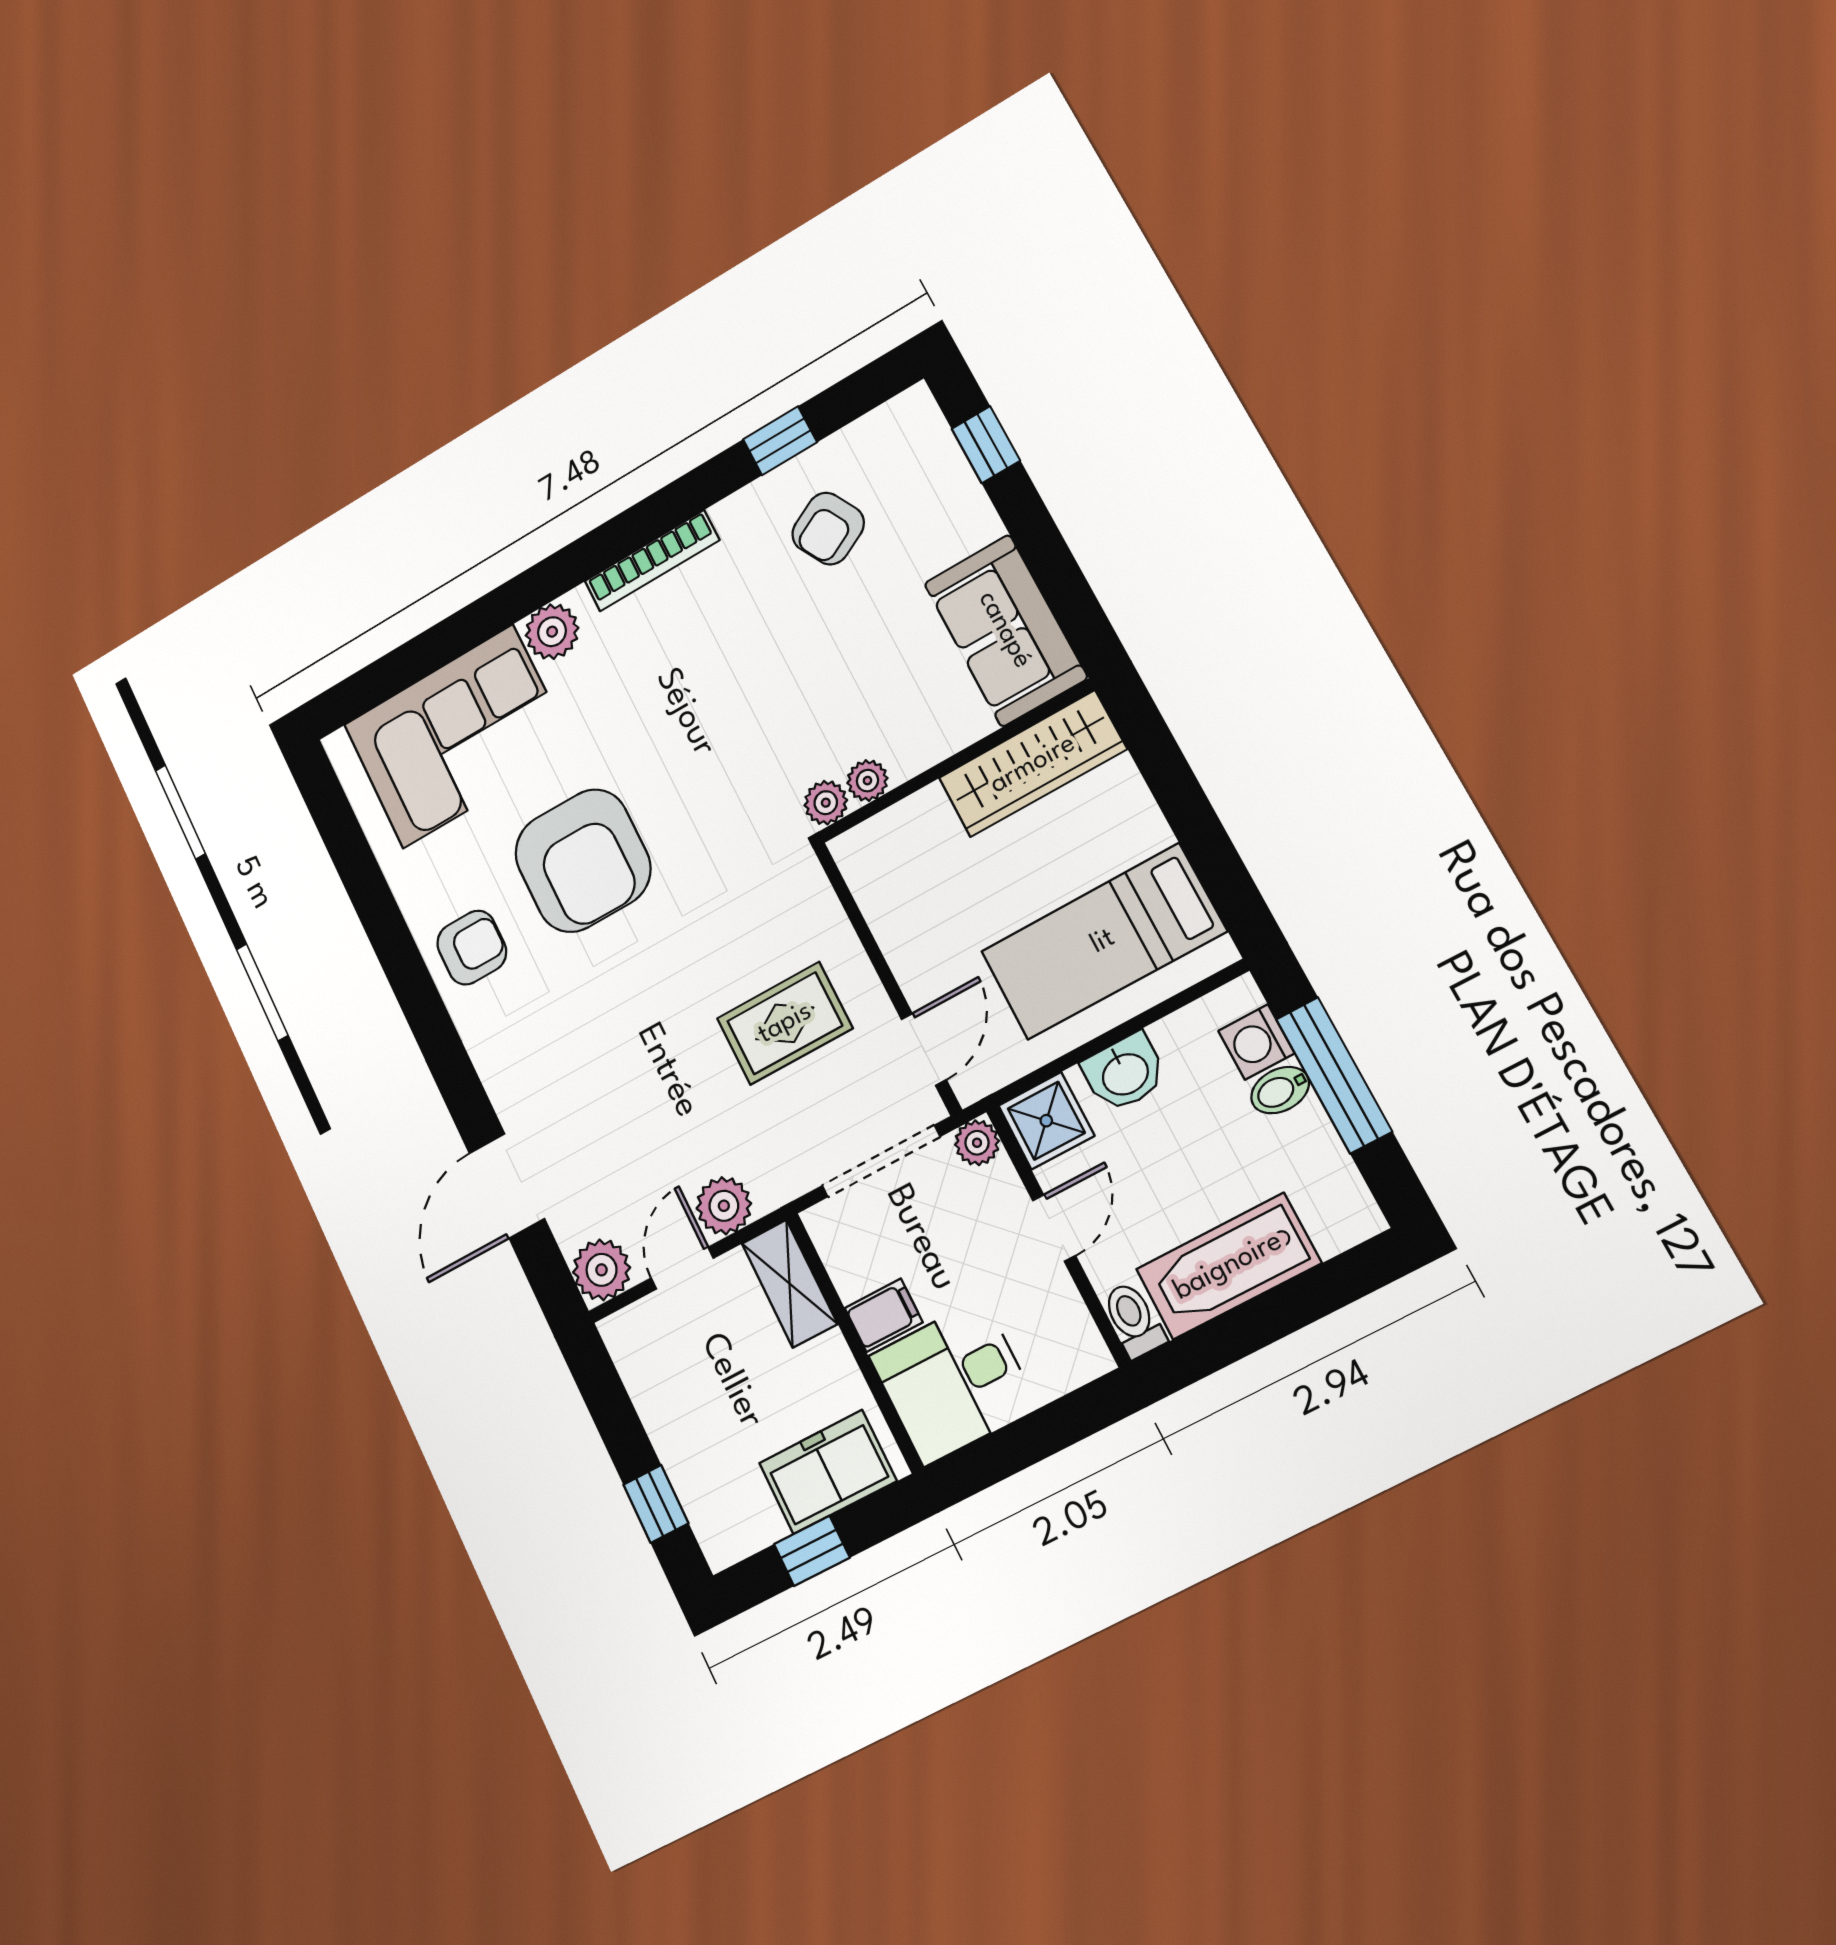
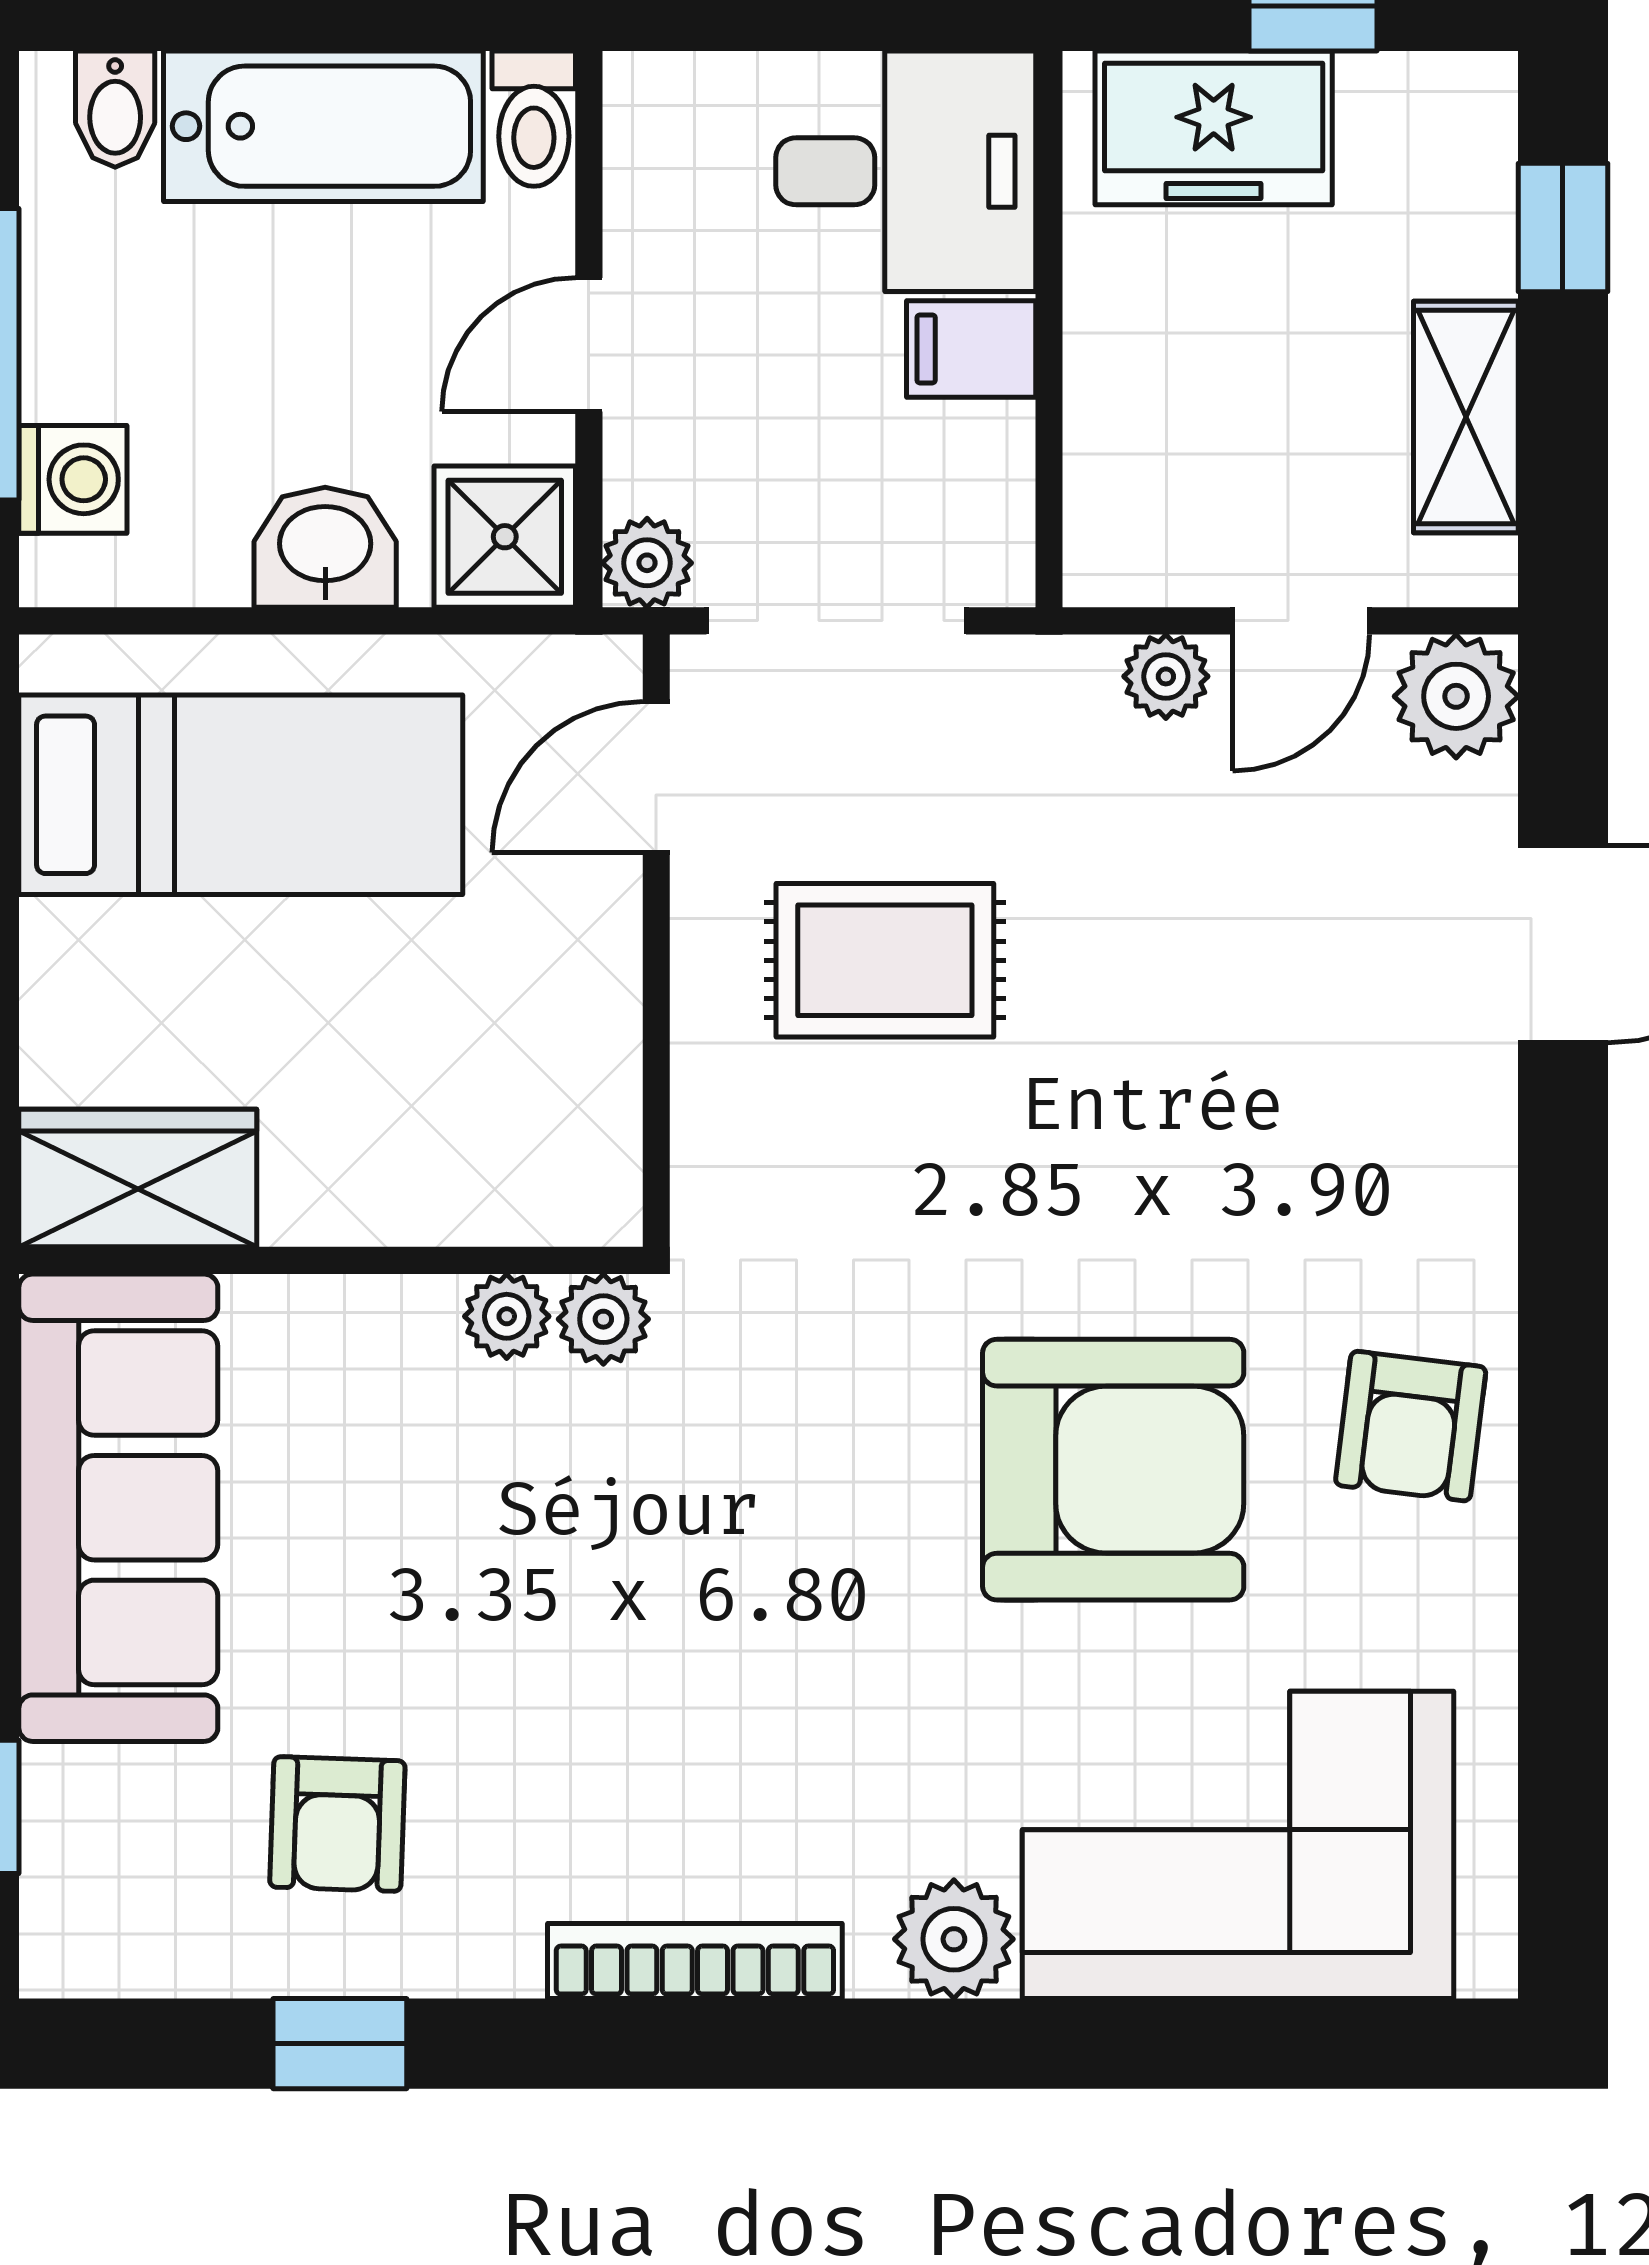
armchair: (828, 529) -> (337, 1824), turned 120
sofa: (1005, 630) -> (118, 1508), width x1.36
wardrobe: (1033, 764) -> (138, 1178), width x0.67
armchair: (583, 861) -> (1113, 1470), turned 90
armchair: (472, 948) -> (1411, 1426), turned -83
bidet: (1280, 1090) -> (115, 109), moved, turned 90
plant: (724, 1206) -> (1166, 676), width x0.73, depth x0.73
shelving: (790, 1284) -> (1466, 417), moved

